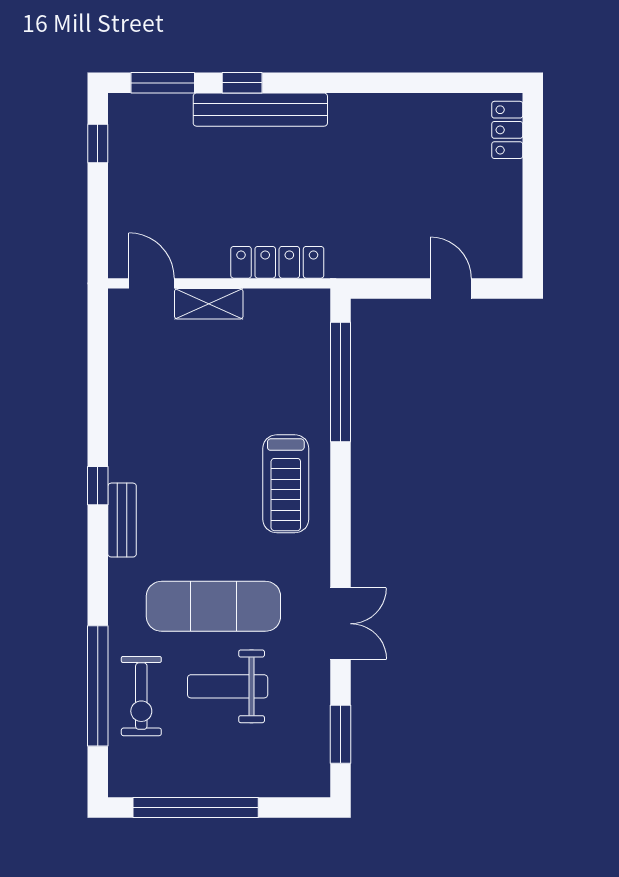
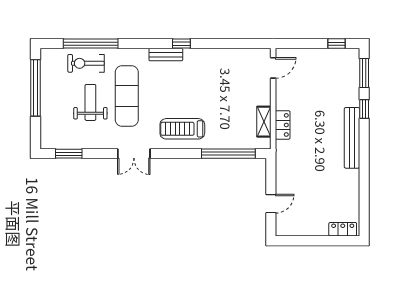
bench: (260, 110) -> (352, 138), moved
locker: (277, 262) -> (283, 125), width x0.66
shelving: (209, 304) -> (264, 122), moved
double door: (341, 624) -> (134, 154), moved

